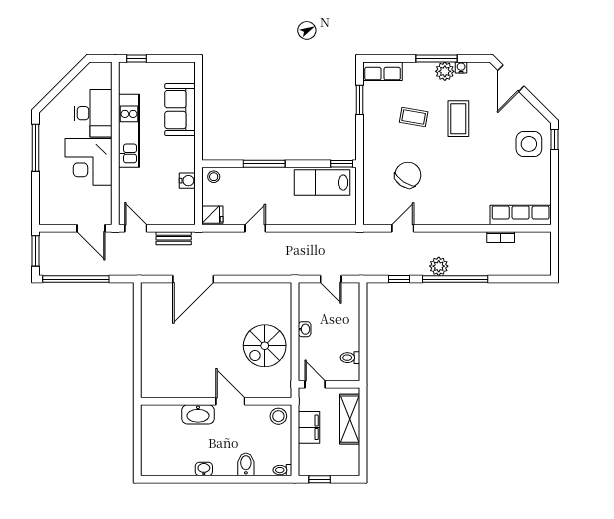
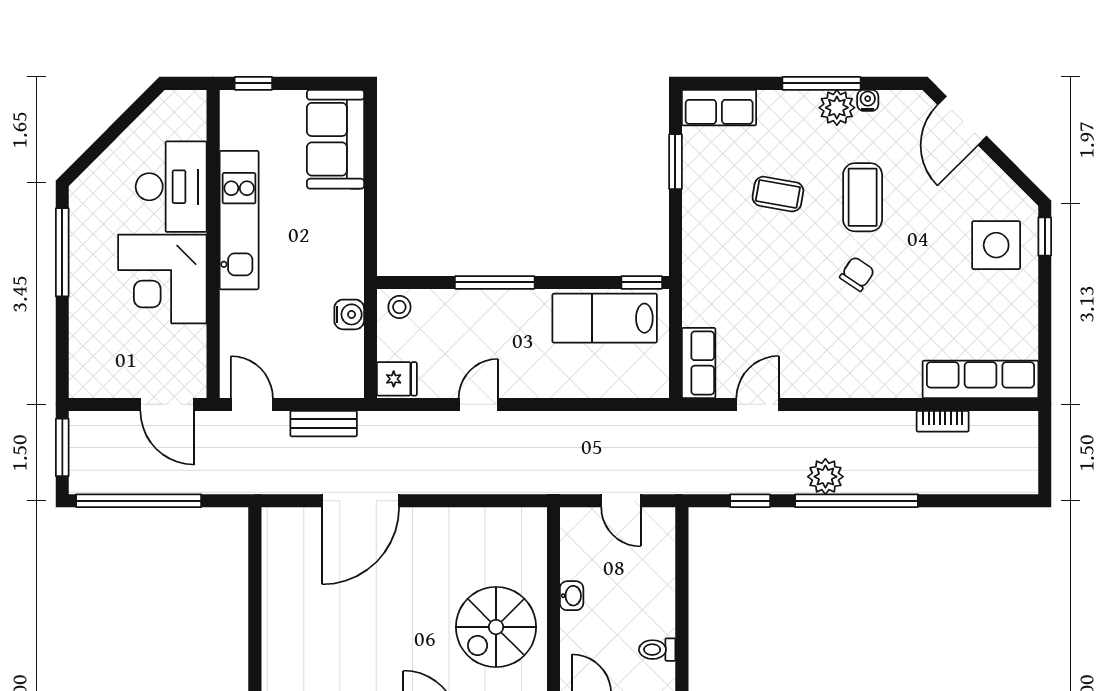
sofa: (180, 110) -> (335, 139), moved
chair: (408, 175) -> (857, 274), moved, width x0.54, depth x0.54
row of seats: (372, 206) -> (699, 363), added

